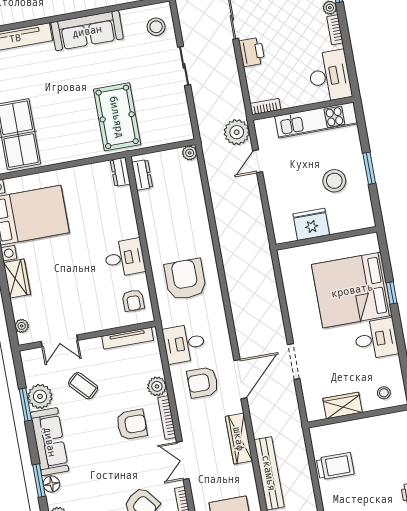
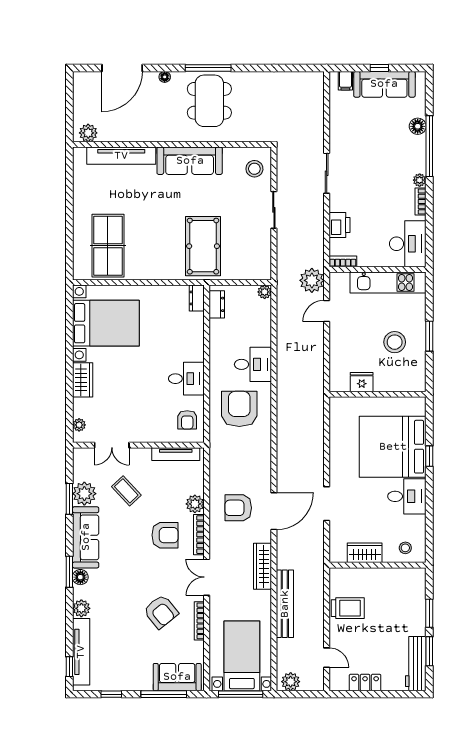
printer: (252, 52) -> (339, 225), moved
fridge: (311, 224) -> (362, 382), width x0.73, depth x0.75
desk: (184, 344) -> (253, 364), moved, turned 180

